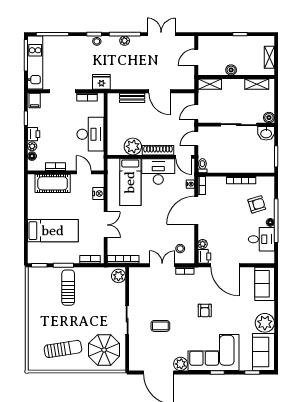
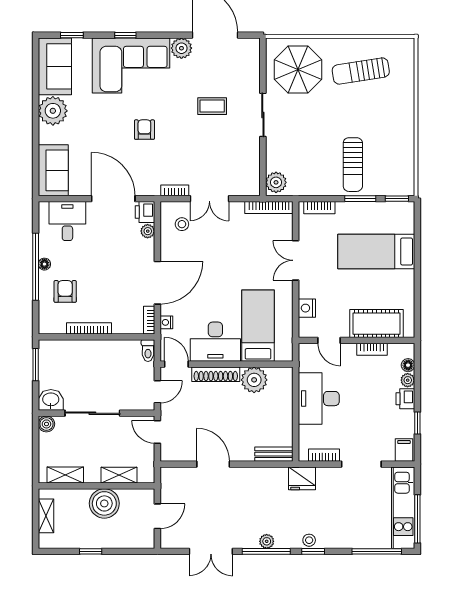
boiler: (231, 70) -> (104, 503), width x1.86, depth x1.86
shelving: (210, 84) -> (119, 475), moved
bench: (132, 98) -> (274, 454), moved
door: (196, 112) -> (157, 432), swing flipped
armchair: (257, 204) -> (65, 291), turned 107
desk: (261, 239) -> (67, 221), moved, turned 90

